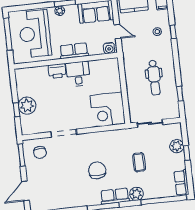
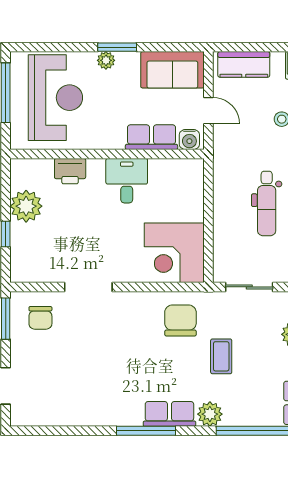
reception desk: (35, 34) -> (55, 98), turned 180
row of seats: (74, 51) -> (152, 137), moved
printer: (57, 71) -> (70, 171), moved
plant: (27, 106) -> (26, 206), moved
chair: (97, 170) -> (180, 320), moved

